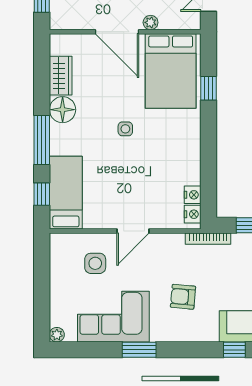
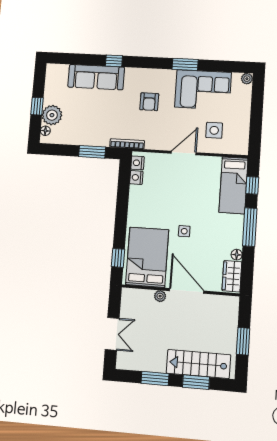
plant: (151, 22) -> (160, 296), moved
door: (117, 32) -> (187, 291), moved
wall: (125, 32) -> (180, 290), moved
bed: (171, 71) -> (147, 257), moved
floor lamp: (63, 110) -> (237, 255), width x0.53, depth x0.53
armchair: (183, 297) -> (149, 102), turned 85

